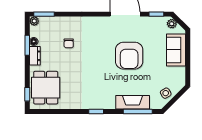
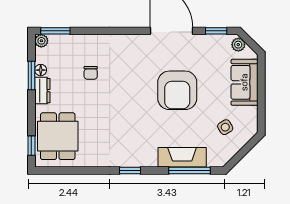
side table: (166, 93) -> (225, 127), moved

